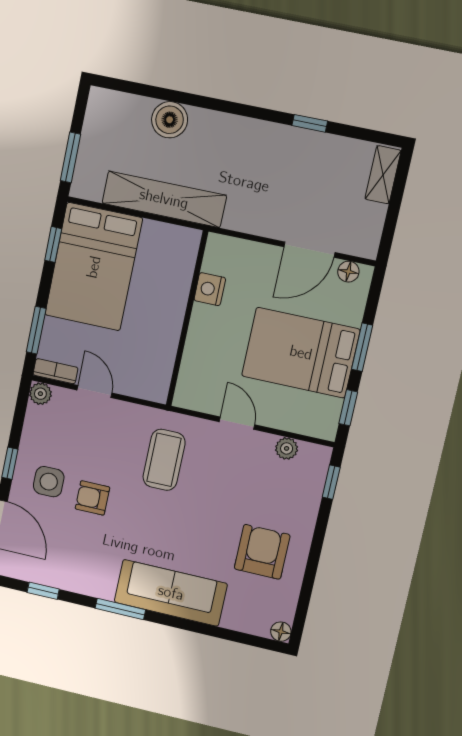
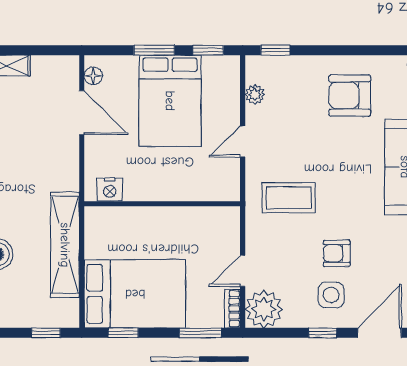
window: (70, 157) -> (46, 333), width x0.67
nightstand: (210, 289) -> (110, 190), moved
plant: (40, 394) -> (264, 309), width x1.88, depth x1.88
armchair: (92, 498) -> (337, 253), turned 90

